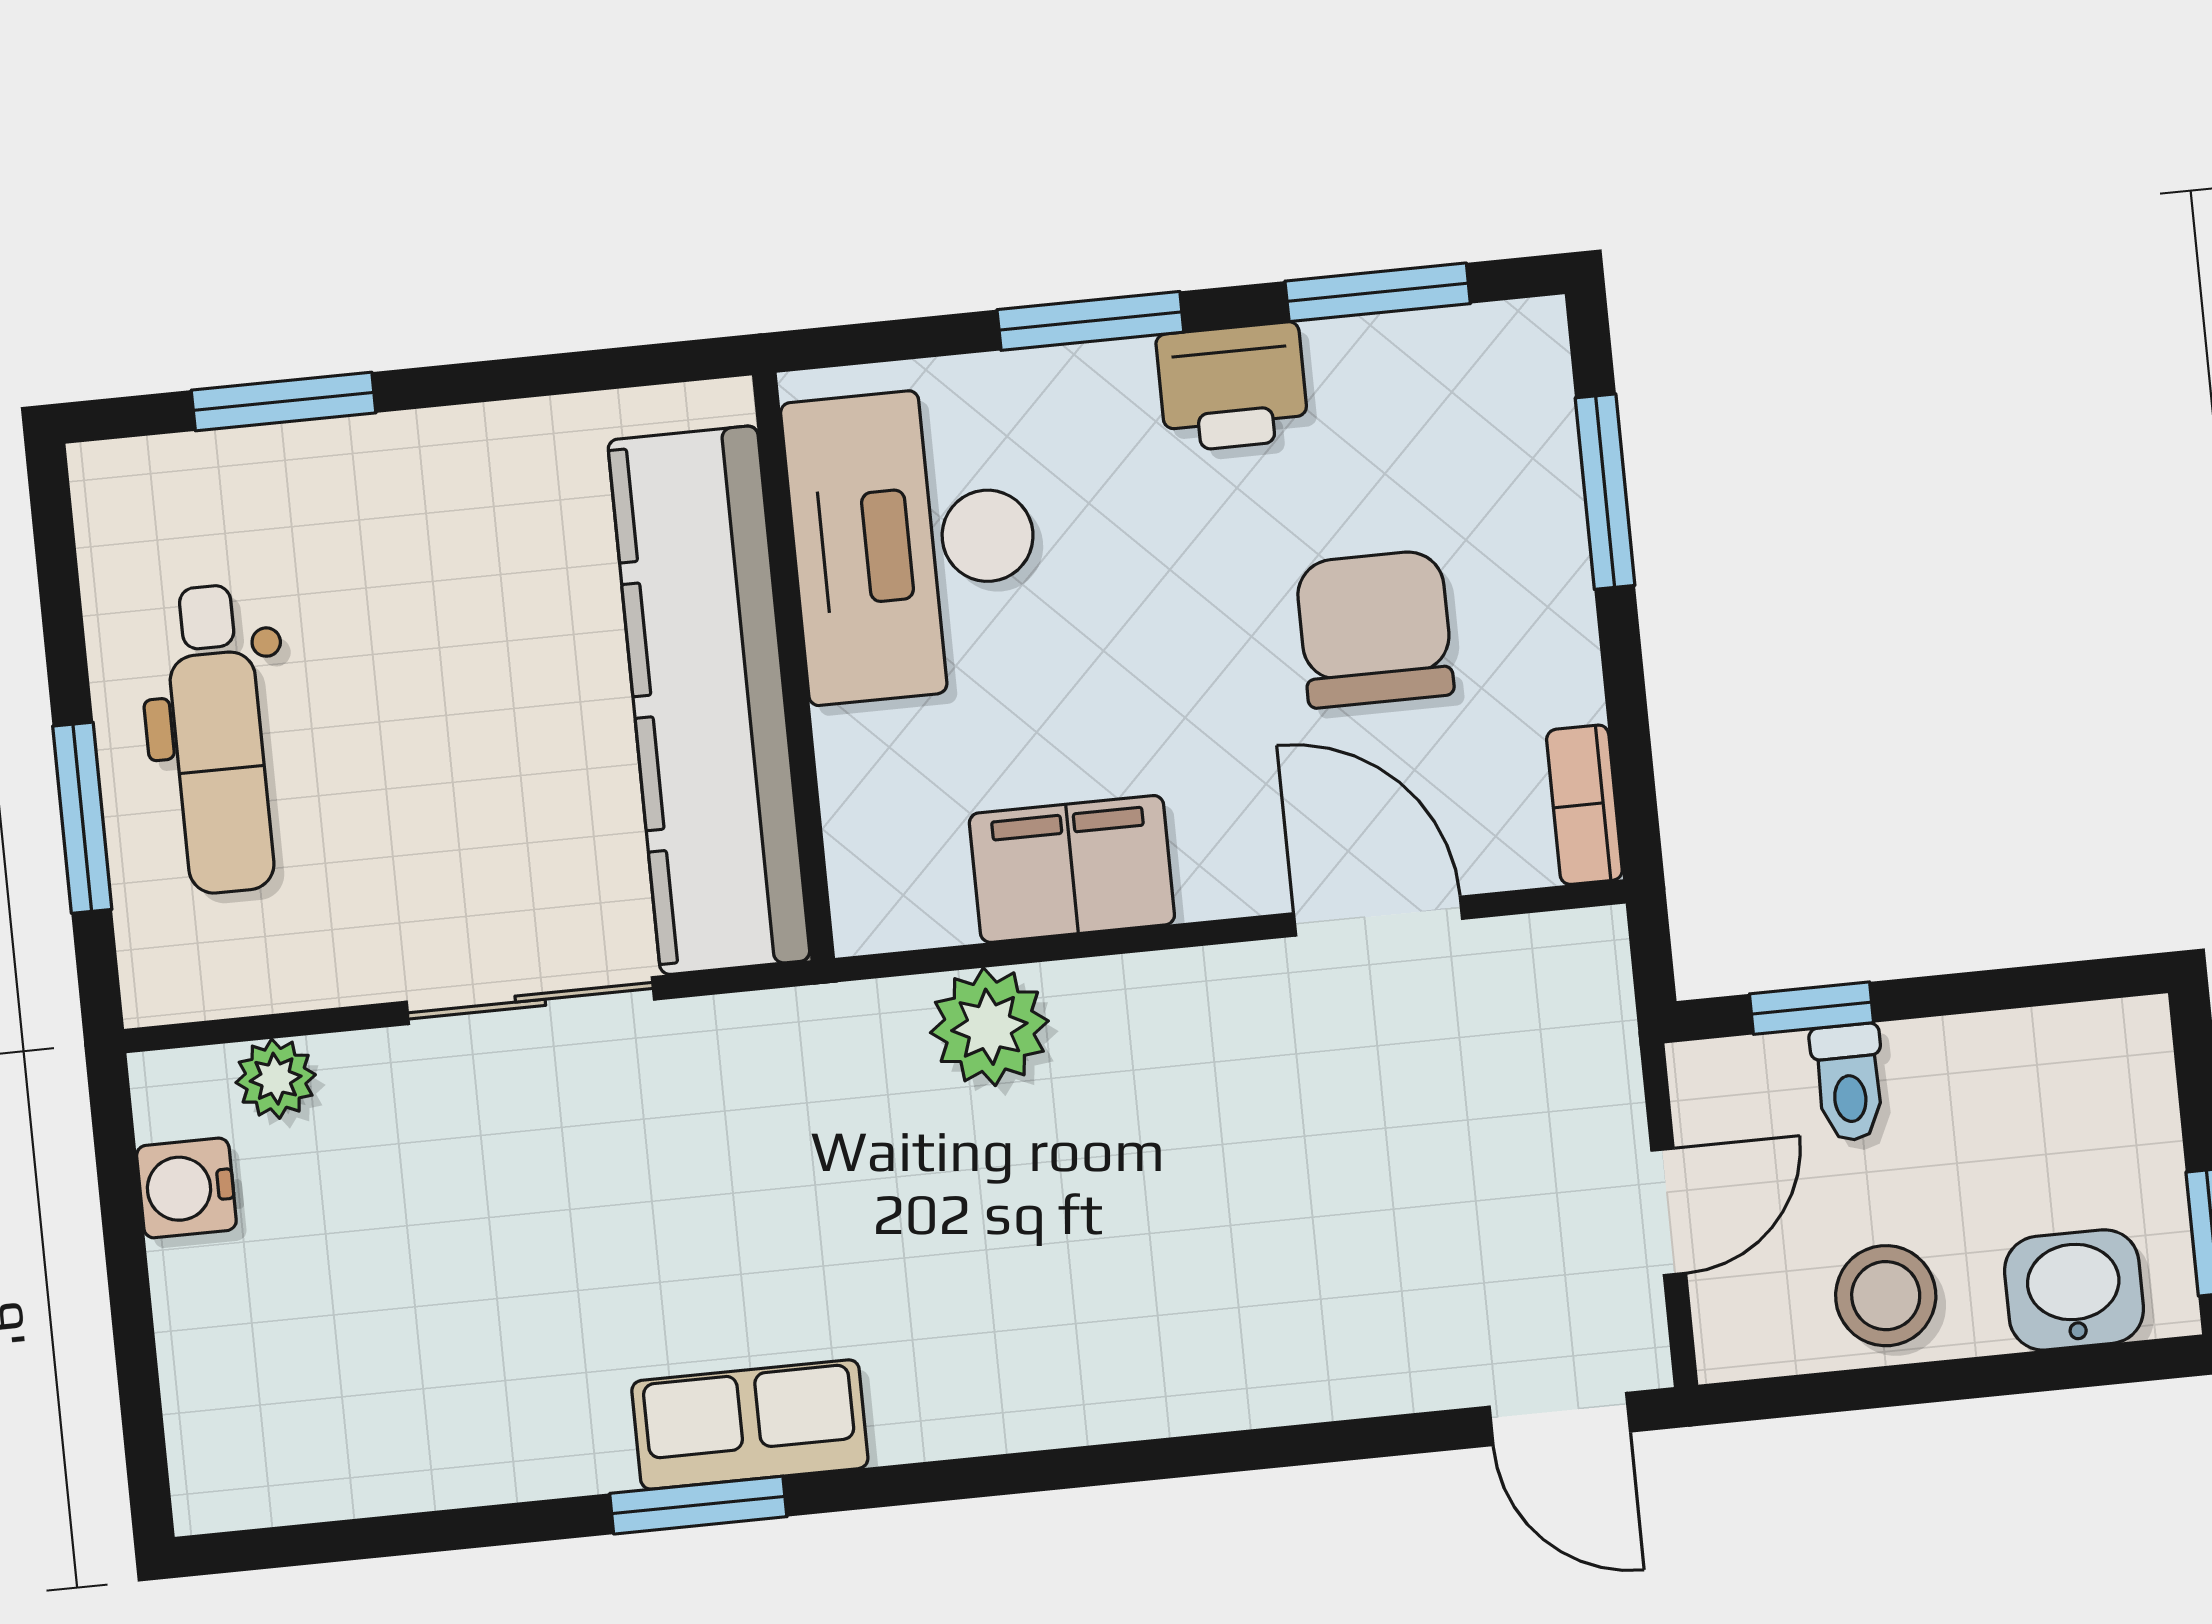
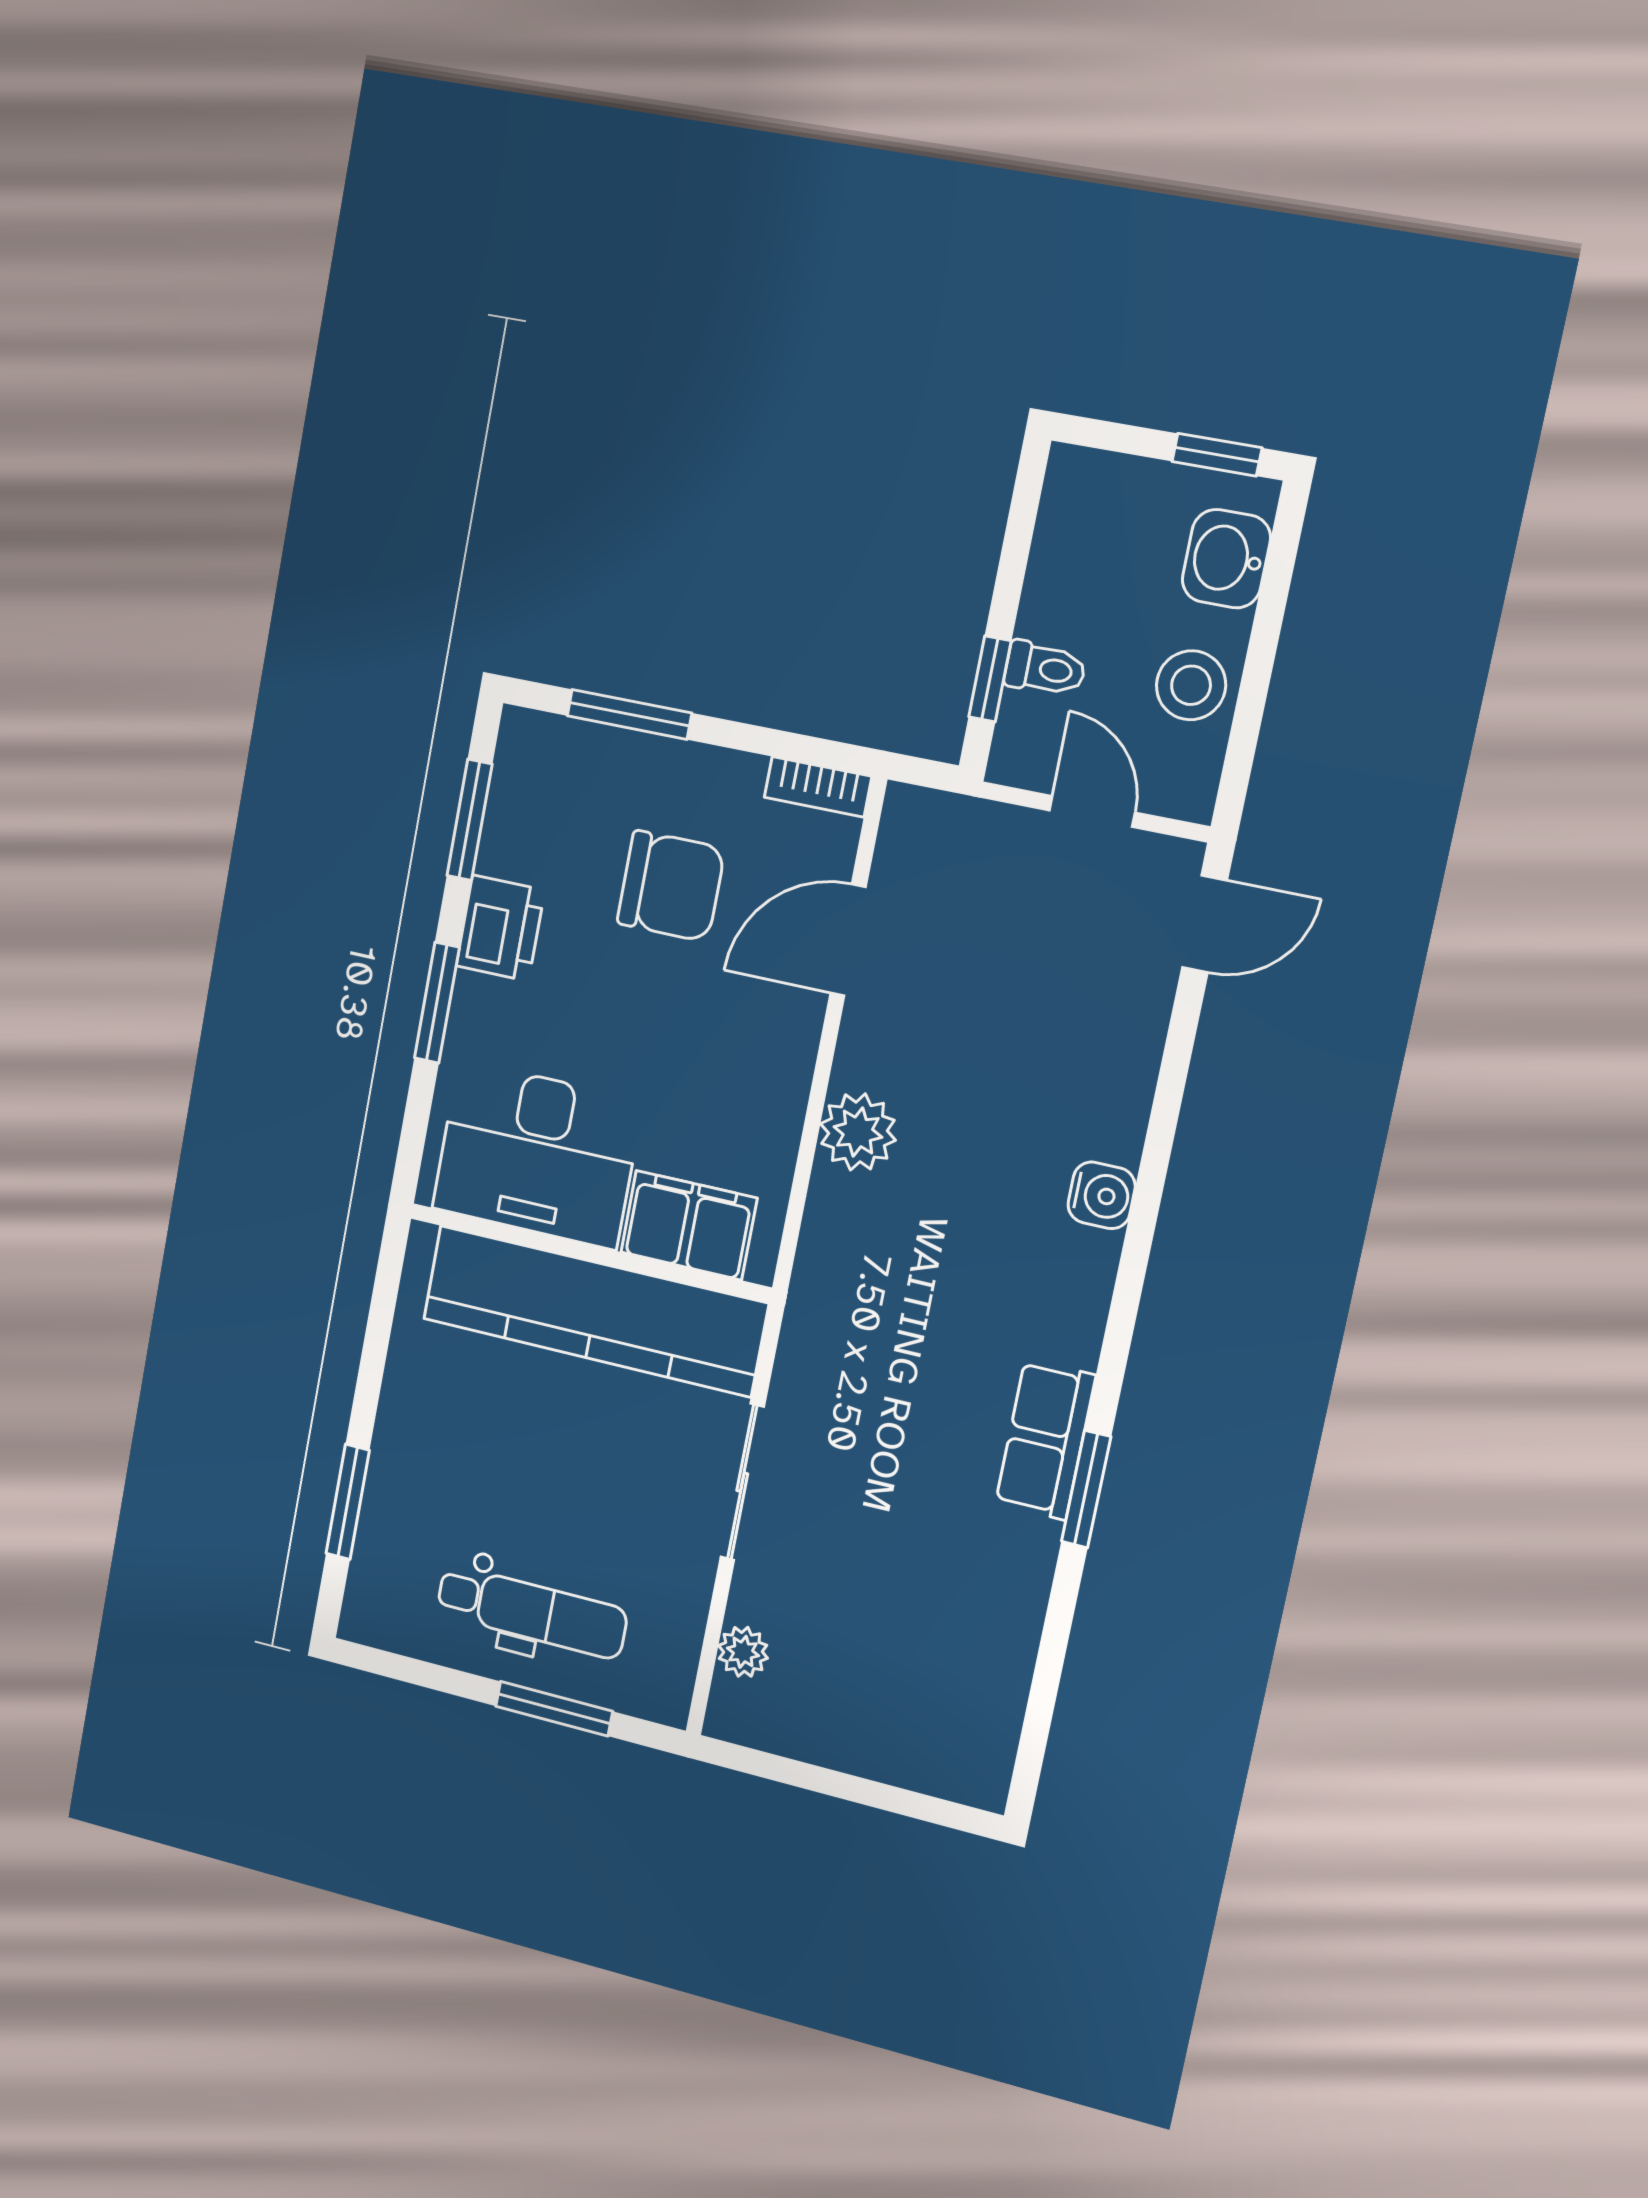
chair: (1375, 629) -> (671, 886), turned 180
filing cabinet: (1072, 869) -> (689, 1225), moved, turned 90
plant: (989, 1027) -> (858, 1132), moved
water cooler: (186, 1188) -> (1102, 1195), moved, turned -90

